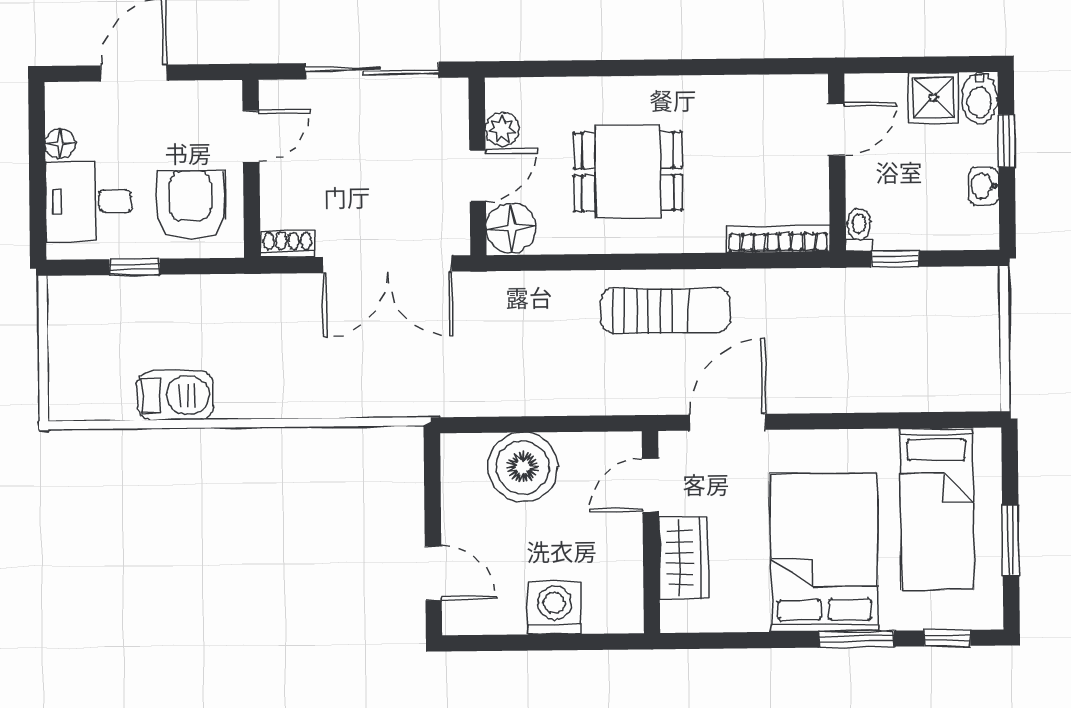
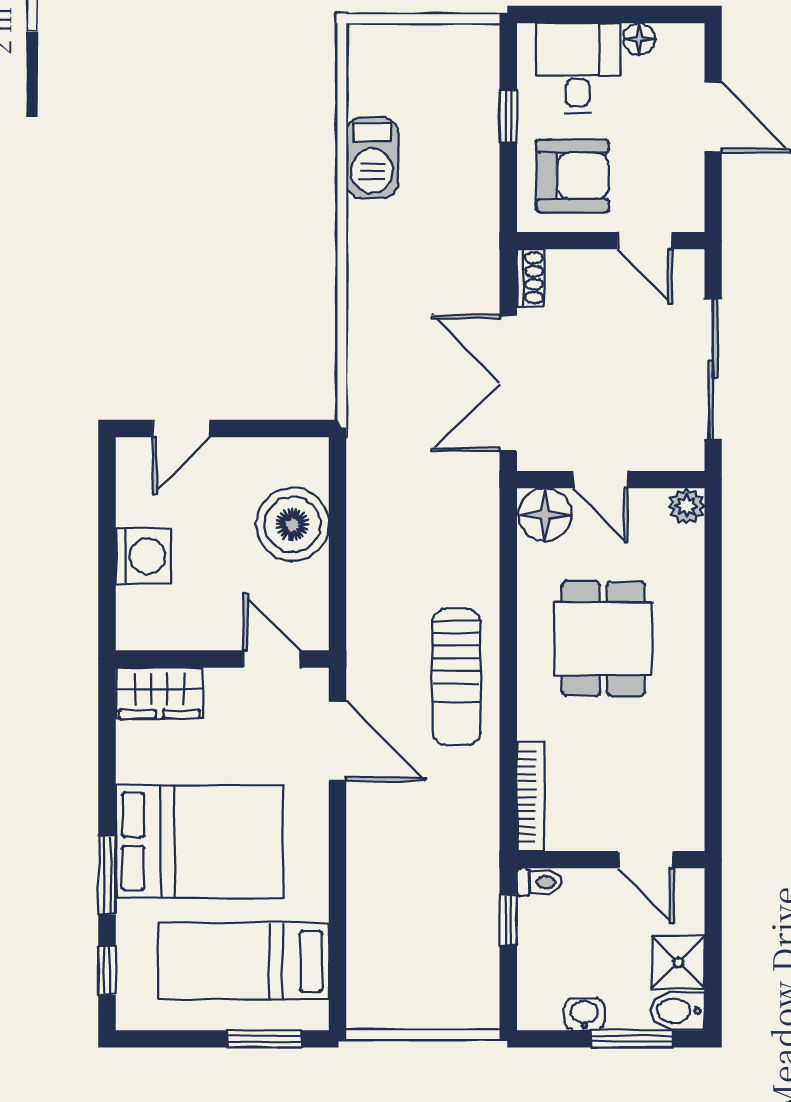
plant: (502, 129) -> (687, 506), moved
window: (1006, 141) -> (632, 1039), width x1.50
window: (1011, 540) -> (265, 1039), moved
wardrobe: (683, 558) -> (159, 693), moved

